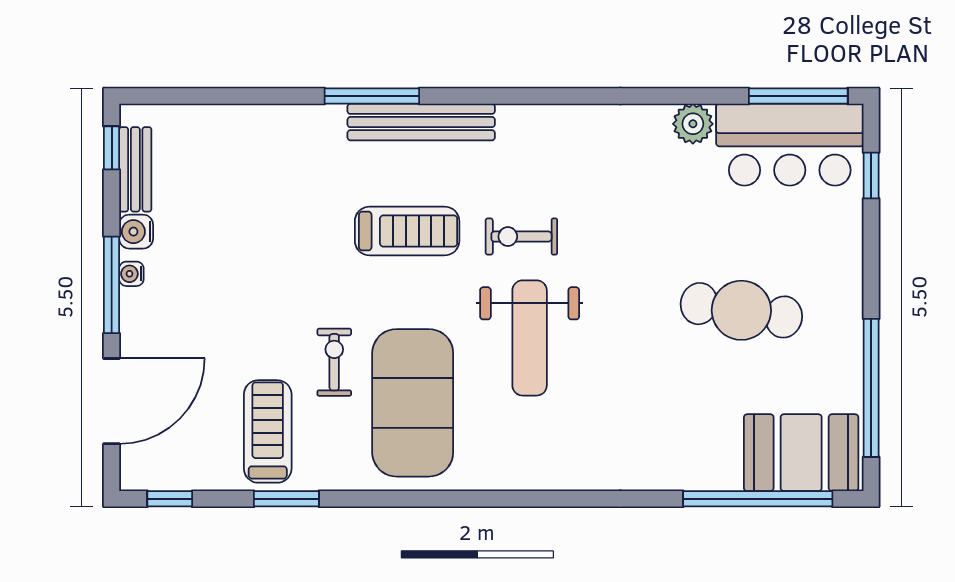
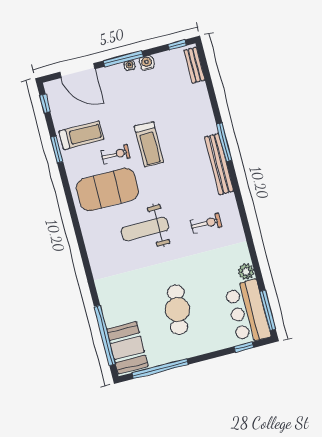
bench: (135, 169) -> (194, 65), moved, turned 90
treadmill: (407, 231) -> (149, 144), moved
exercise bike: (521, 237) -> (206, 223), moved, turned 90

